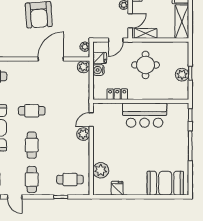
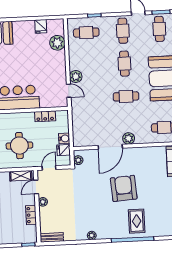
plant: (83, 67) -> (129, 138), moved
door: (91, 120) -> (69, 91), hinge flipped

